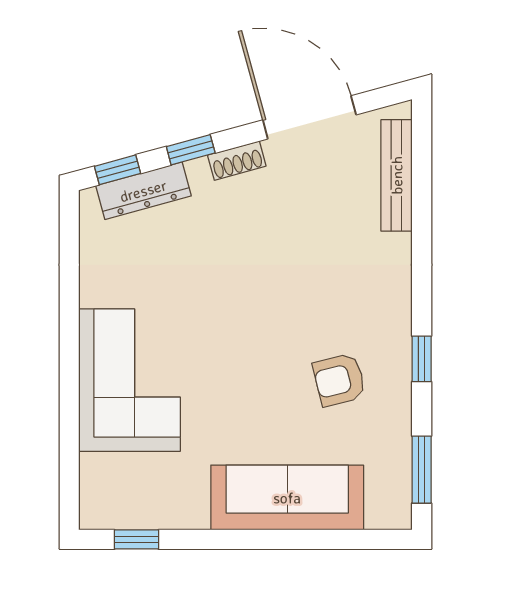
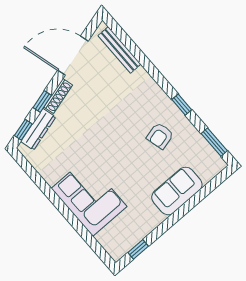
shoe rack: (237, 161) -> (58, 96), width x1.43
sofa: (287, 498) -> (177, 191), width x0.73

